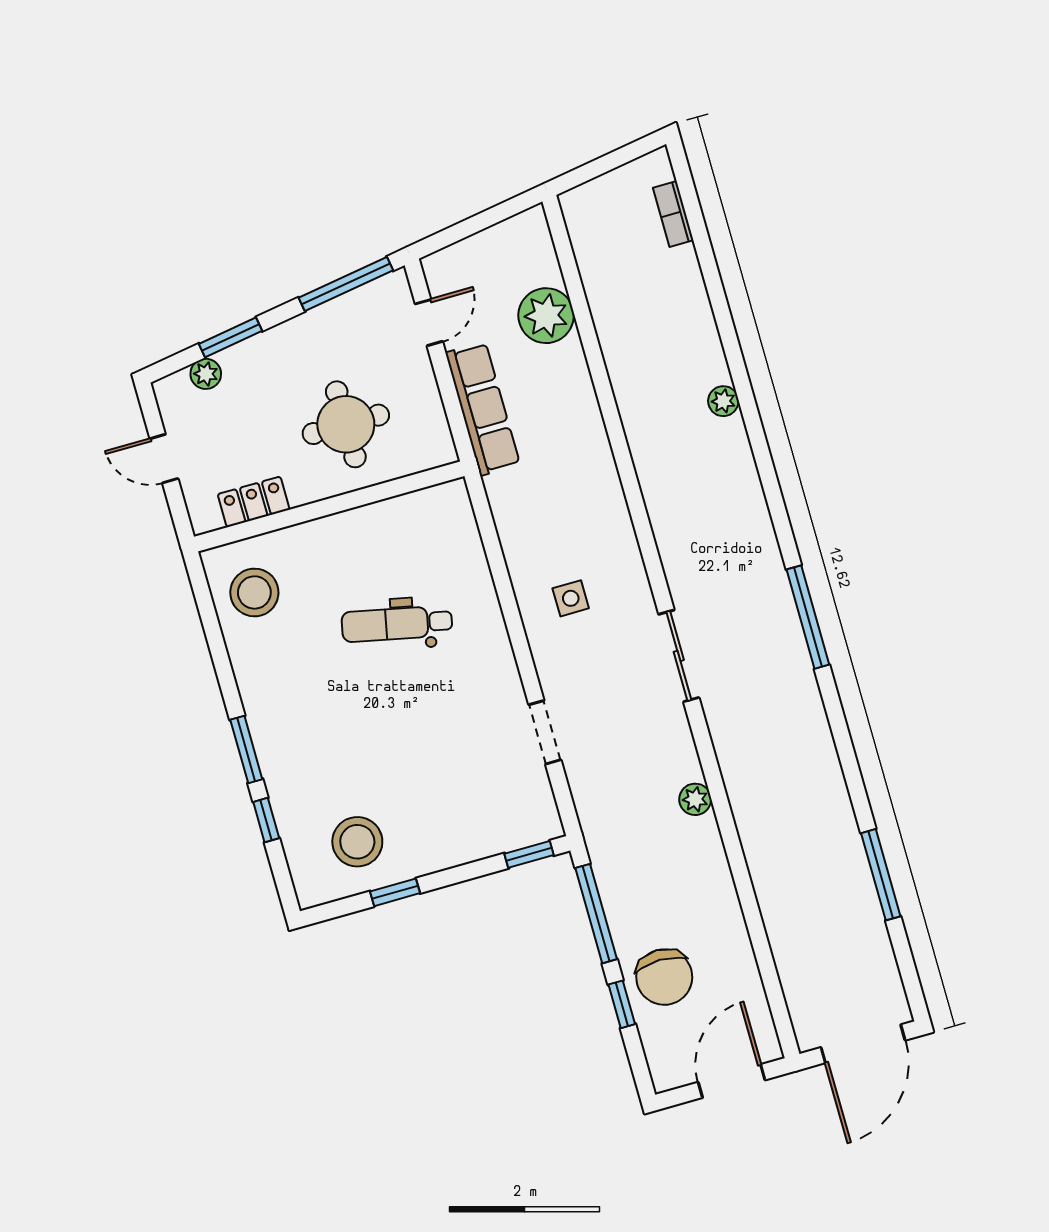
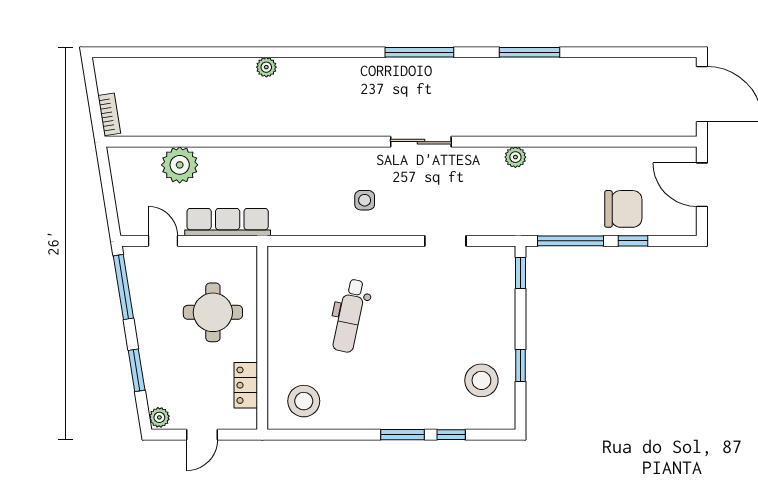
bookcase: (673, 214) -> (109, 114), moved, turned -99
plant: (206, 374) -> (159, 417), moved
window: (881, 875) -> (529, 52), moved

